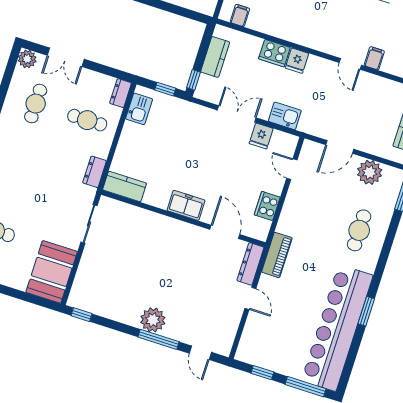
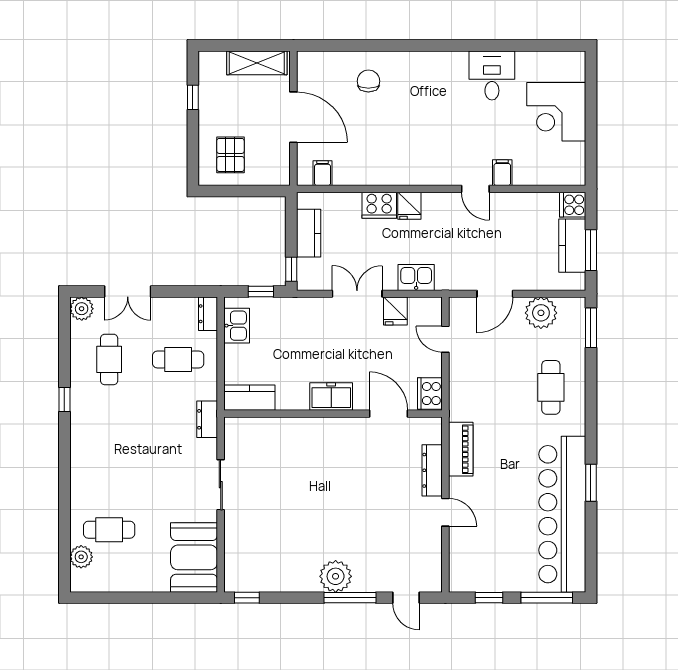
kitchen counter: (125, 186) -> (249, 398), moved
freezer: (186, 205) -> (331, 397), moved
wall: (183, 218) -> (333, 414), moved
door: (225, 232) -> (389, 414), moved

